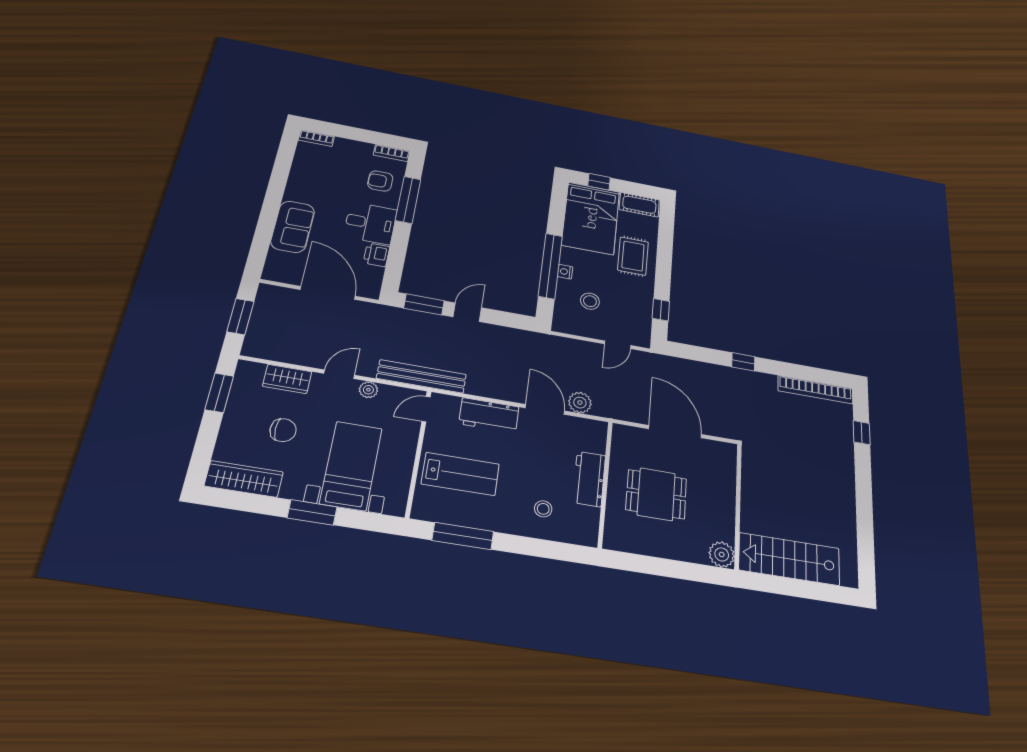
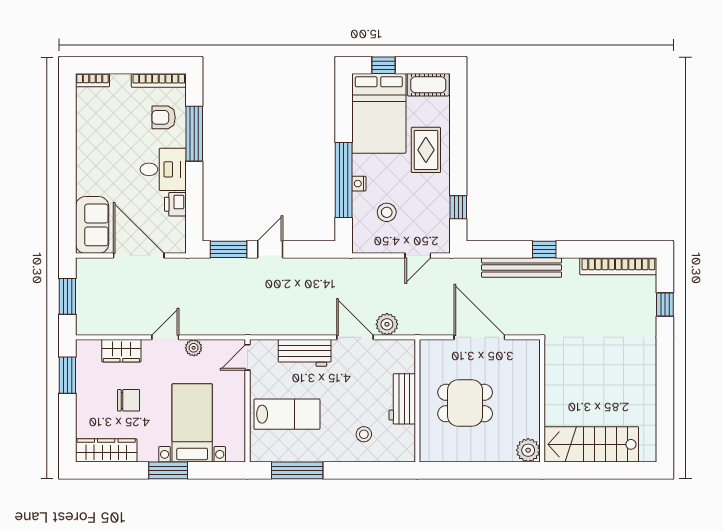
bookcase: (392, 153) -> (159, 80), width x1.56
sofa: (293, 227) -> (92, 225), moved
bench: (422, 376) -> (522, 267), moved

